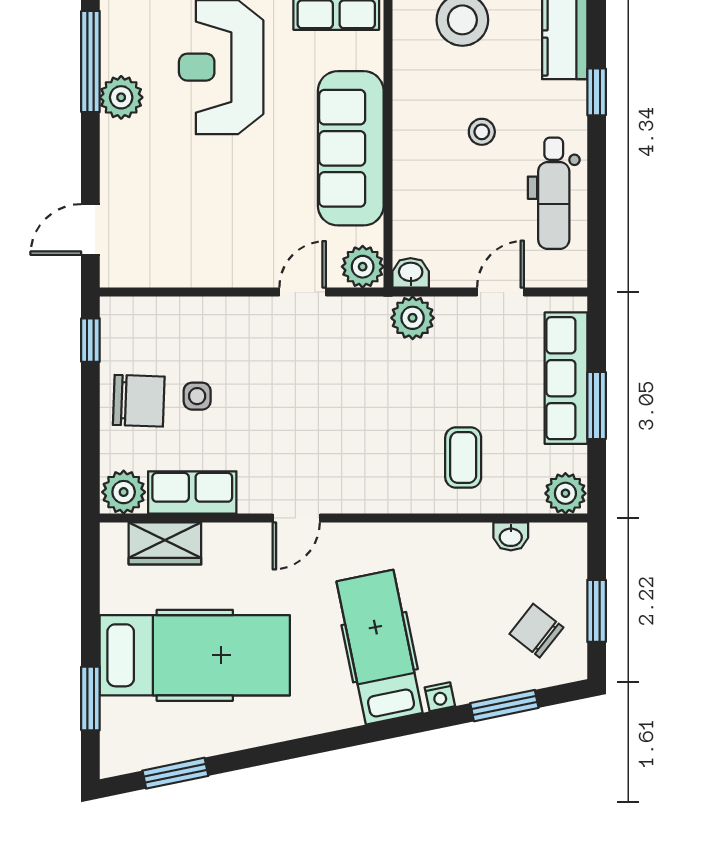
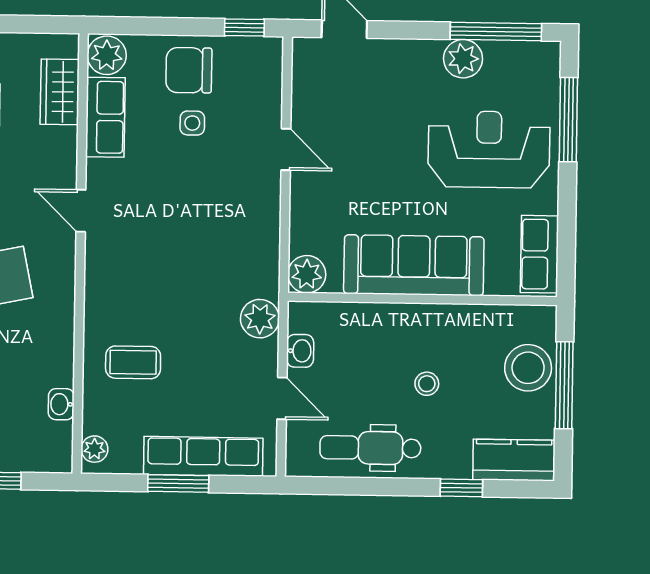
washbasin: (411, 273) -> (300, 351), moved
door: (303, 292) -> (286, 149), moved
chair: (139, 401) -> (189, 70), turned 88
plant: (565, 493) -> (94, 449), width x0.73, depth x0.73

